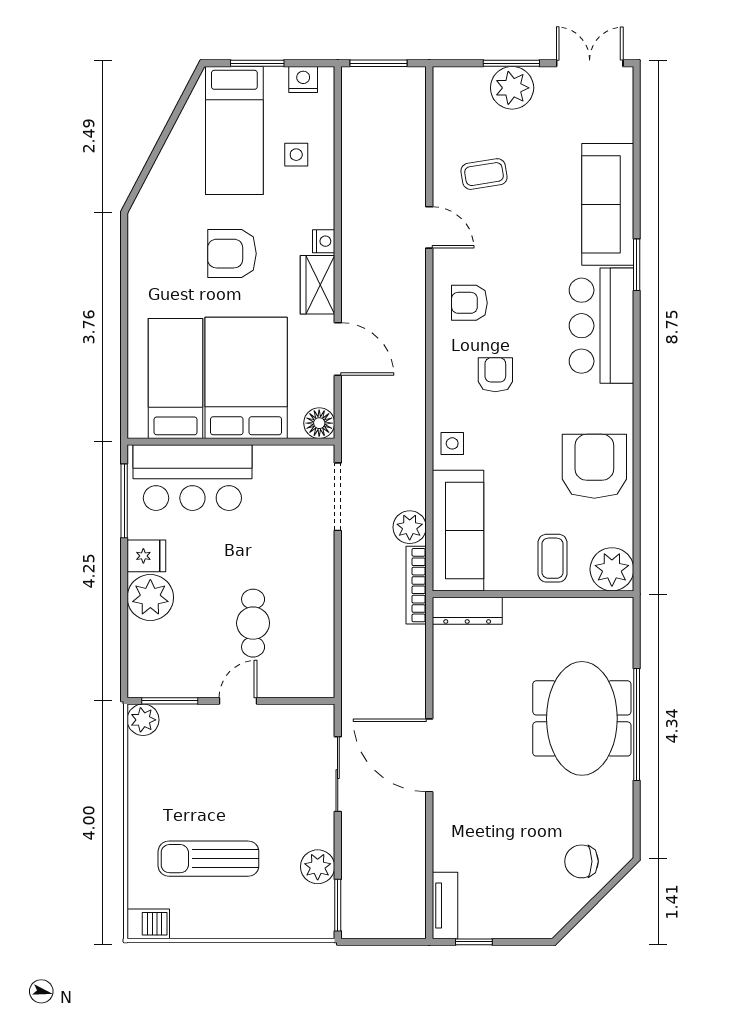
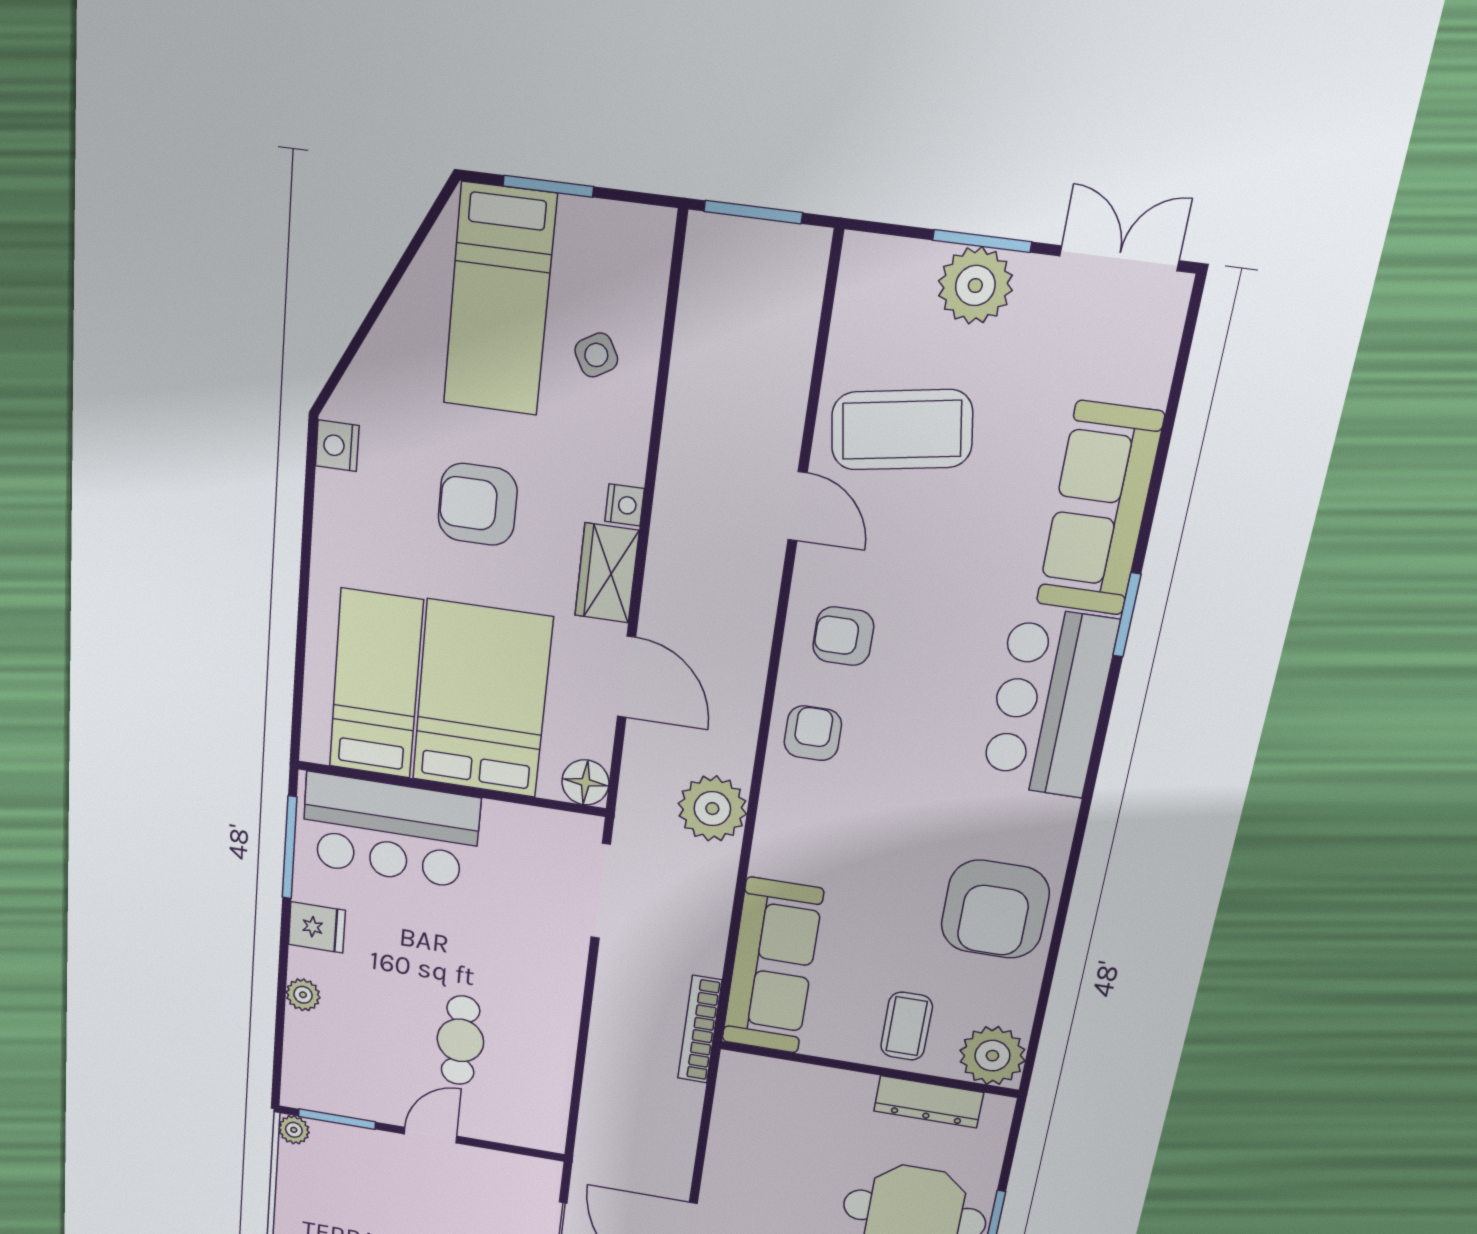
nightstand: (303, 79) -> (337, 446), moved, turned -90
side table: (296, 155) -> (596, 355), turned -30
coffee table: (484, 174) -> (902, 430), width x1.86, depth x1.72
armchair: (495, 375) -> (813, 733), moved
side table: (452, 443) -> (783, 843), removed
armchair: (594, 466) -> (995, 909), turned 180
plant: (410, 527) -> (712, 809), moved, width x1.36, depth x1.36
plant: (150, 597) -> (303, 995), width x0.53, depth x0.53
dresser: (467, 611) -> (929, 1102), moved
plant: (143, 720) -> (294, 1130), width x0.73, depth x0.73

